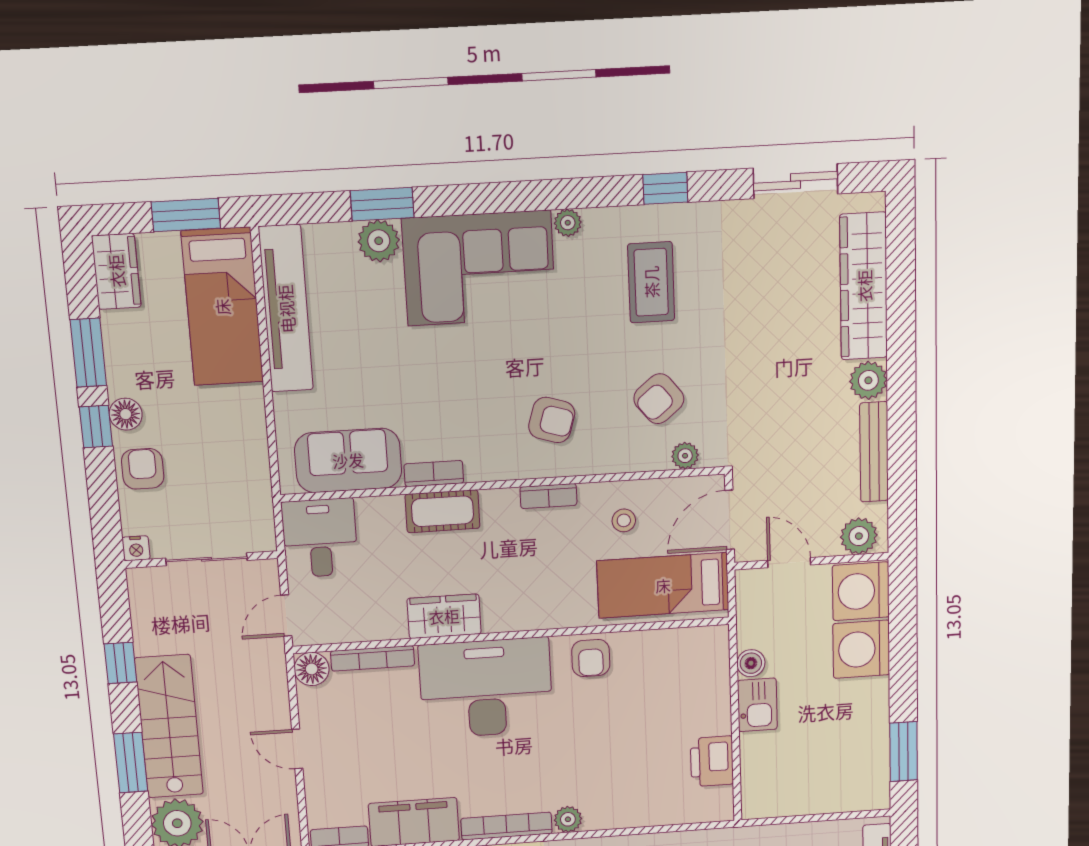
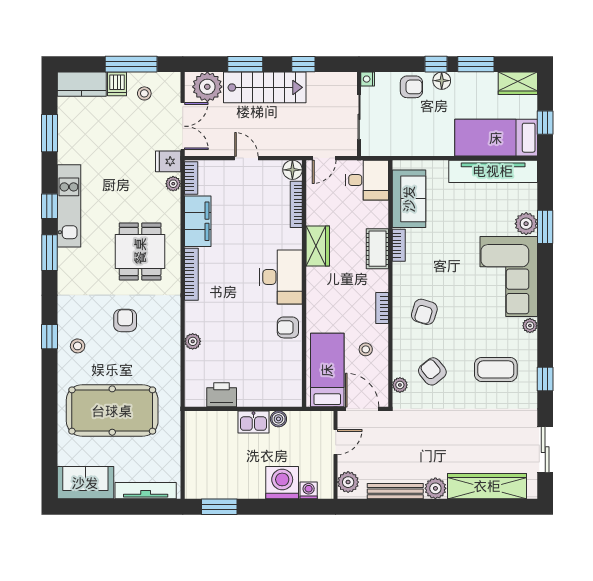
window: (186, 215) -> (545, 123), width x0.67
washing machine: (861, 591) -> (309, 490), width x0.53, depth x0.53
door: (286, 616) -> (324, 158), swing flipped
desk: (486, 688) -> (281, 277), width x0.73, depth x0.77
door: (297, 749) -> (246, 158), hinge flipped
plant: (568, 819) -> (193, 341), moved

